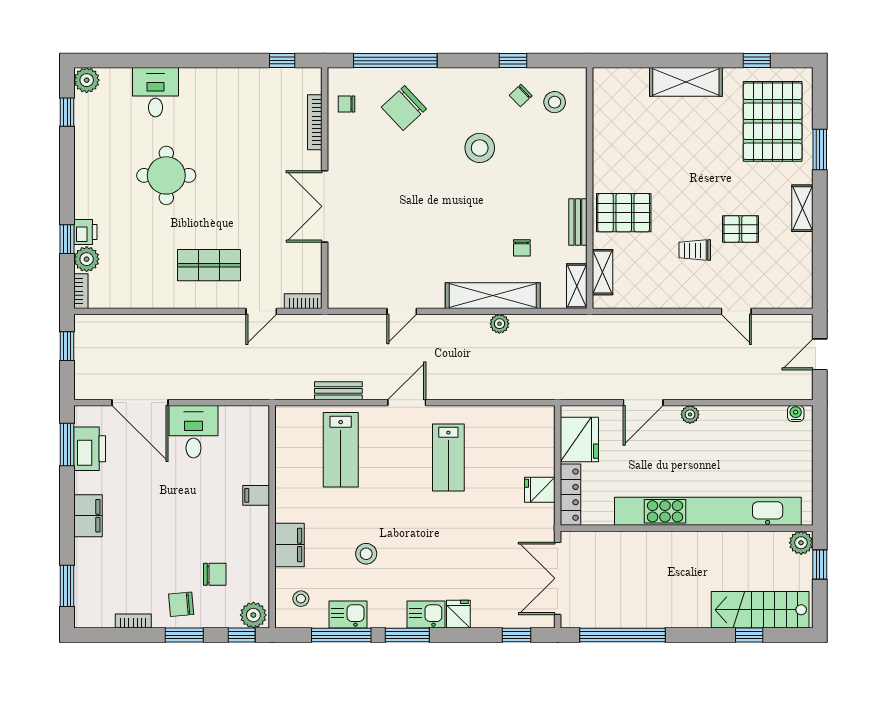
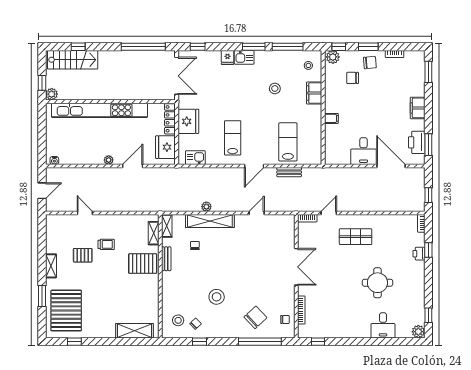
shelving: (686, 82) -> (134, 331), moved
plant: (87, 259) -> (418, 240), removed
fridge: (540, 490) -> (188, 121), width x1.88, depth x1.34
kitchen sink: (348, 614) -> (195, 158), moved, turned 180

